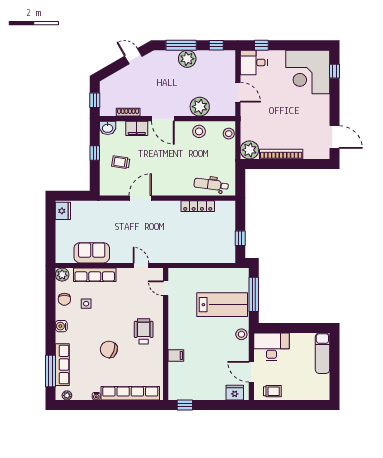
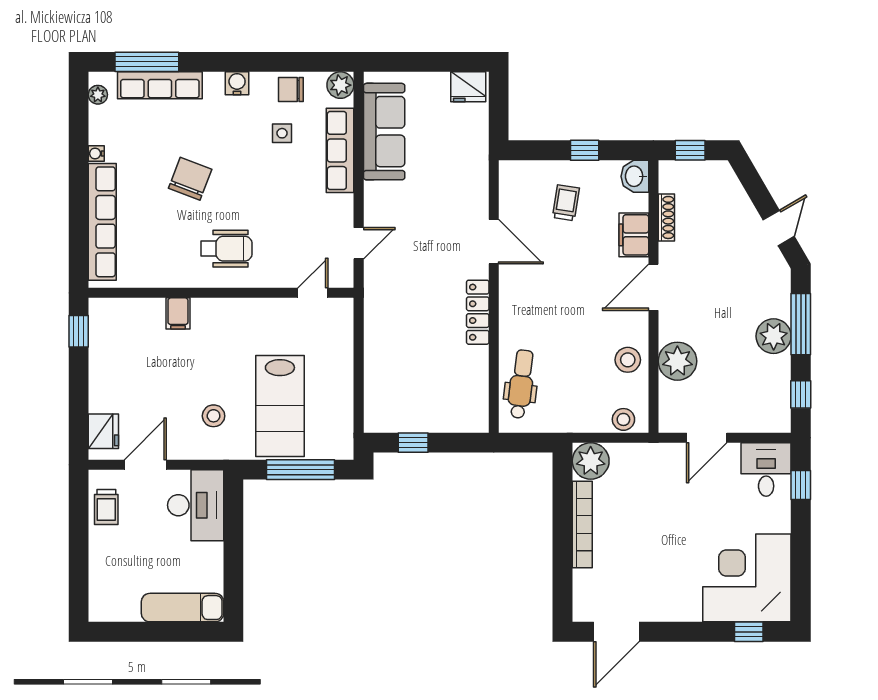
locker: (198, 206) -> (478, 312), moved
sofa: (92, 253) -> (384, 132), width x1.36
stool: (241, 334) -> (214, 416), moved

